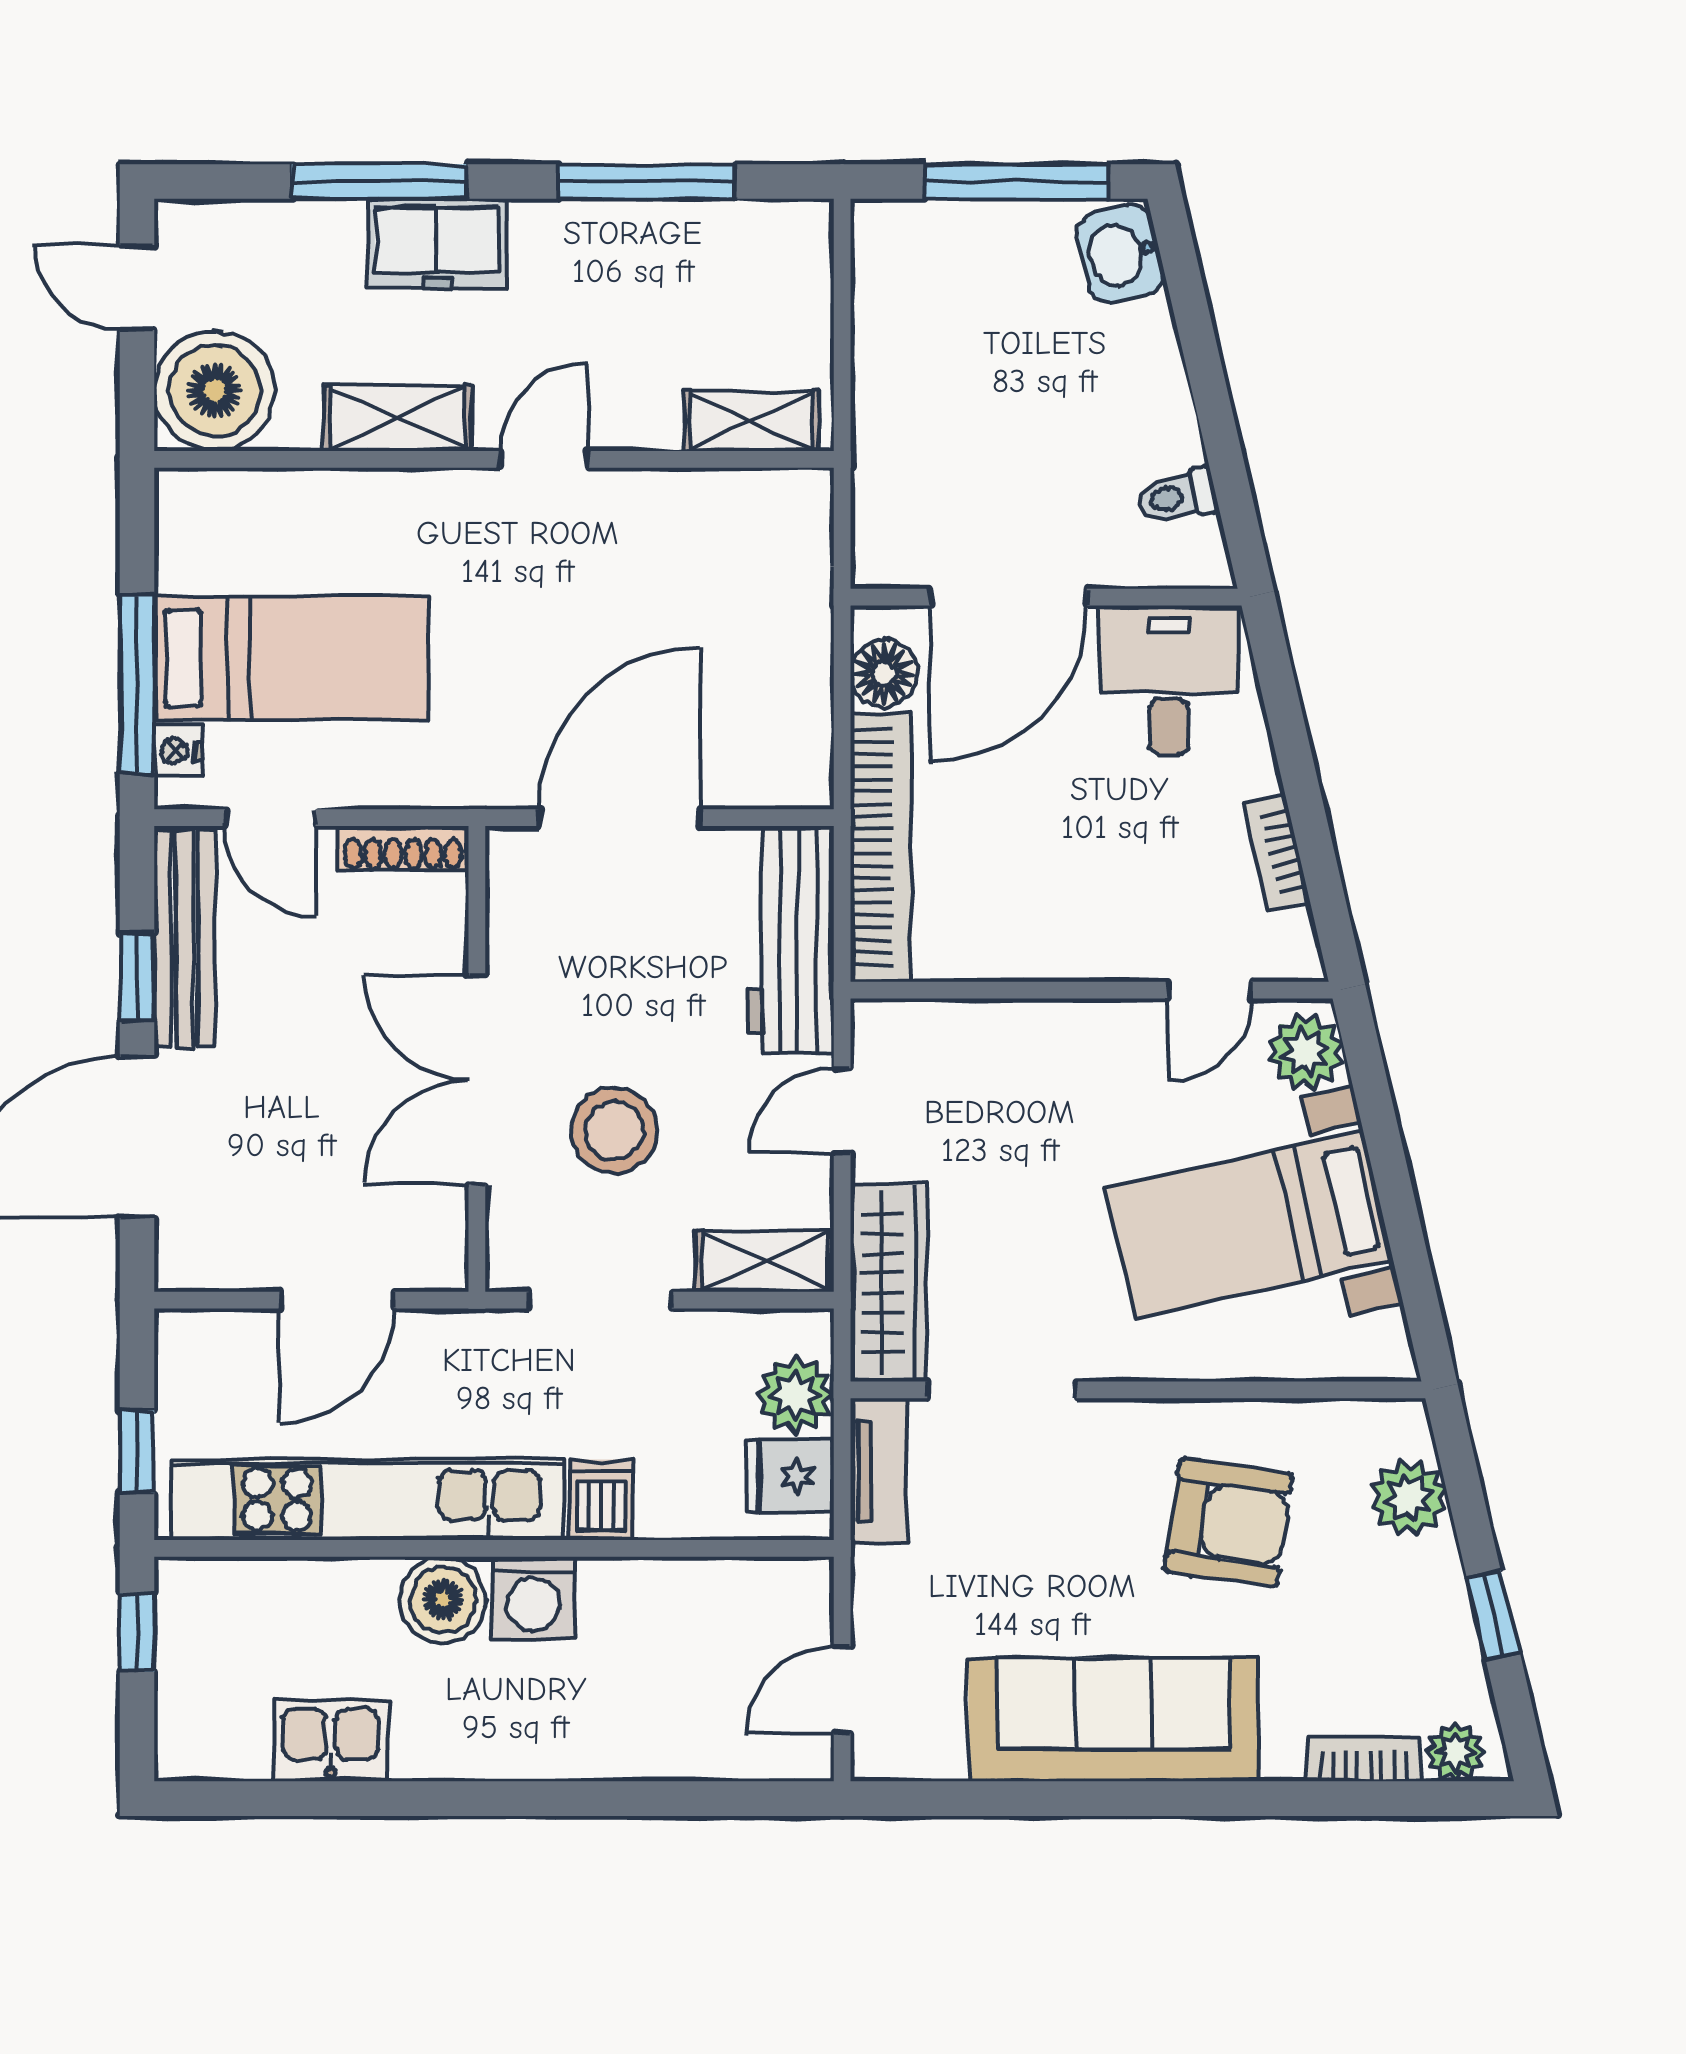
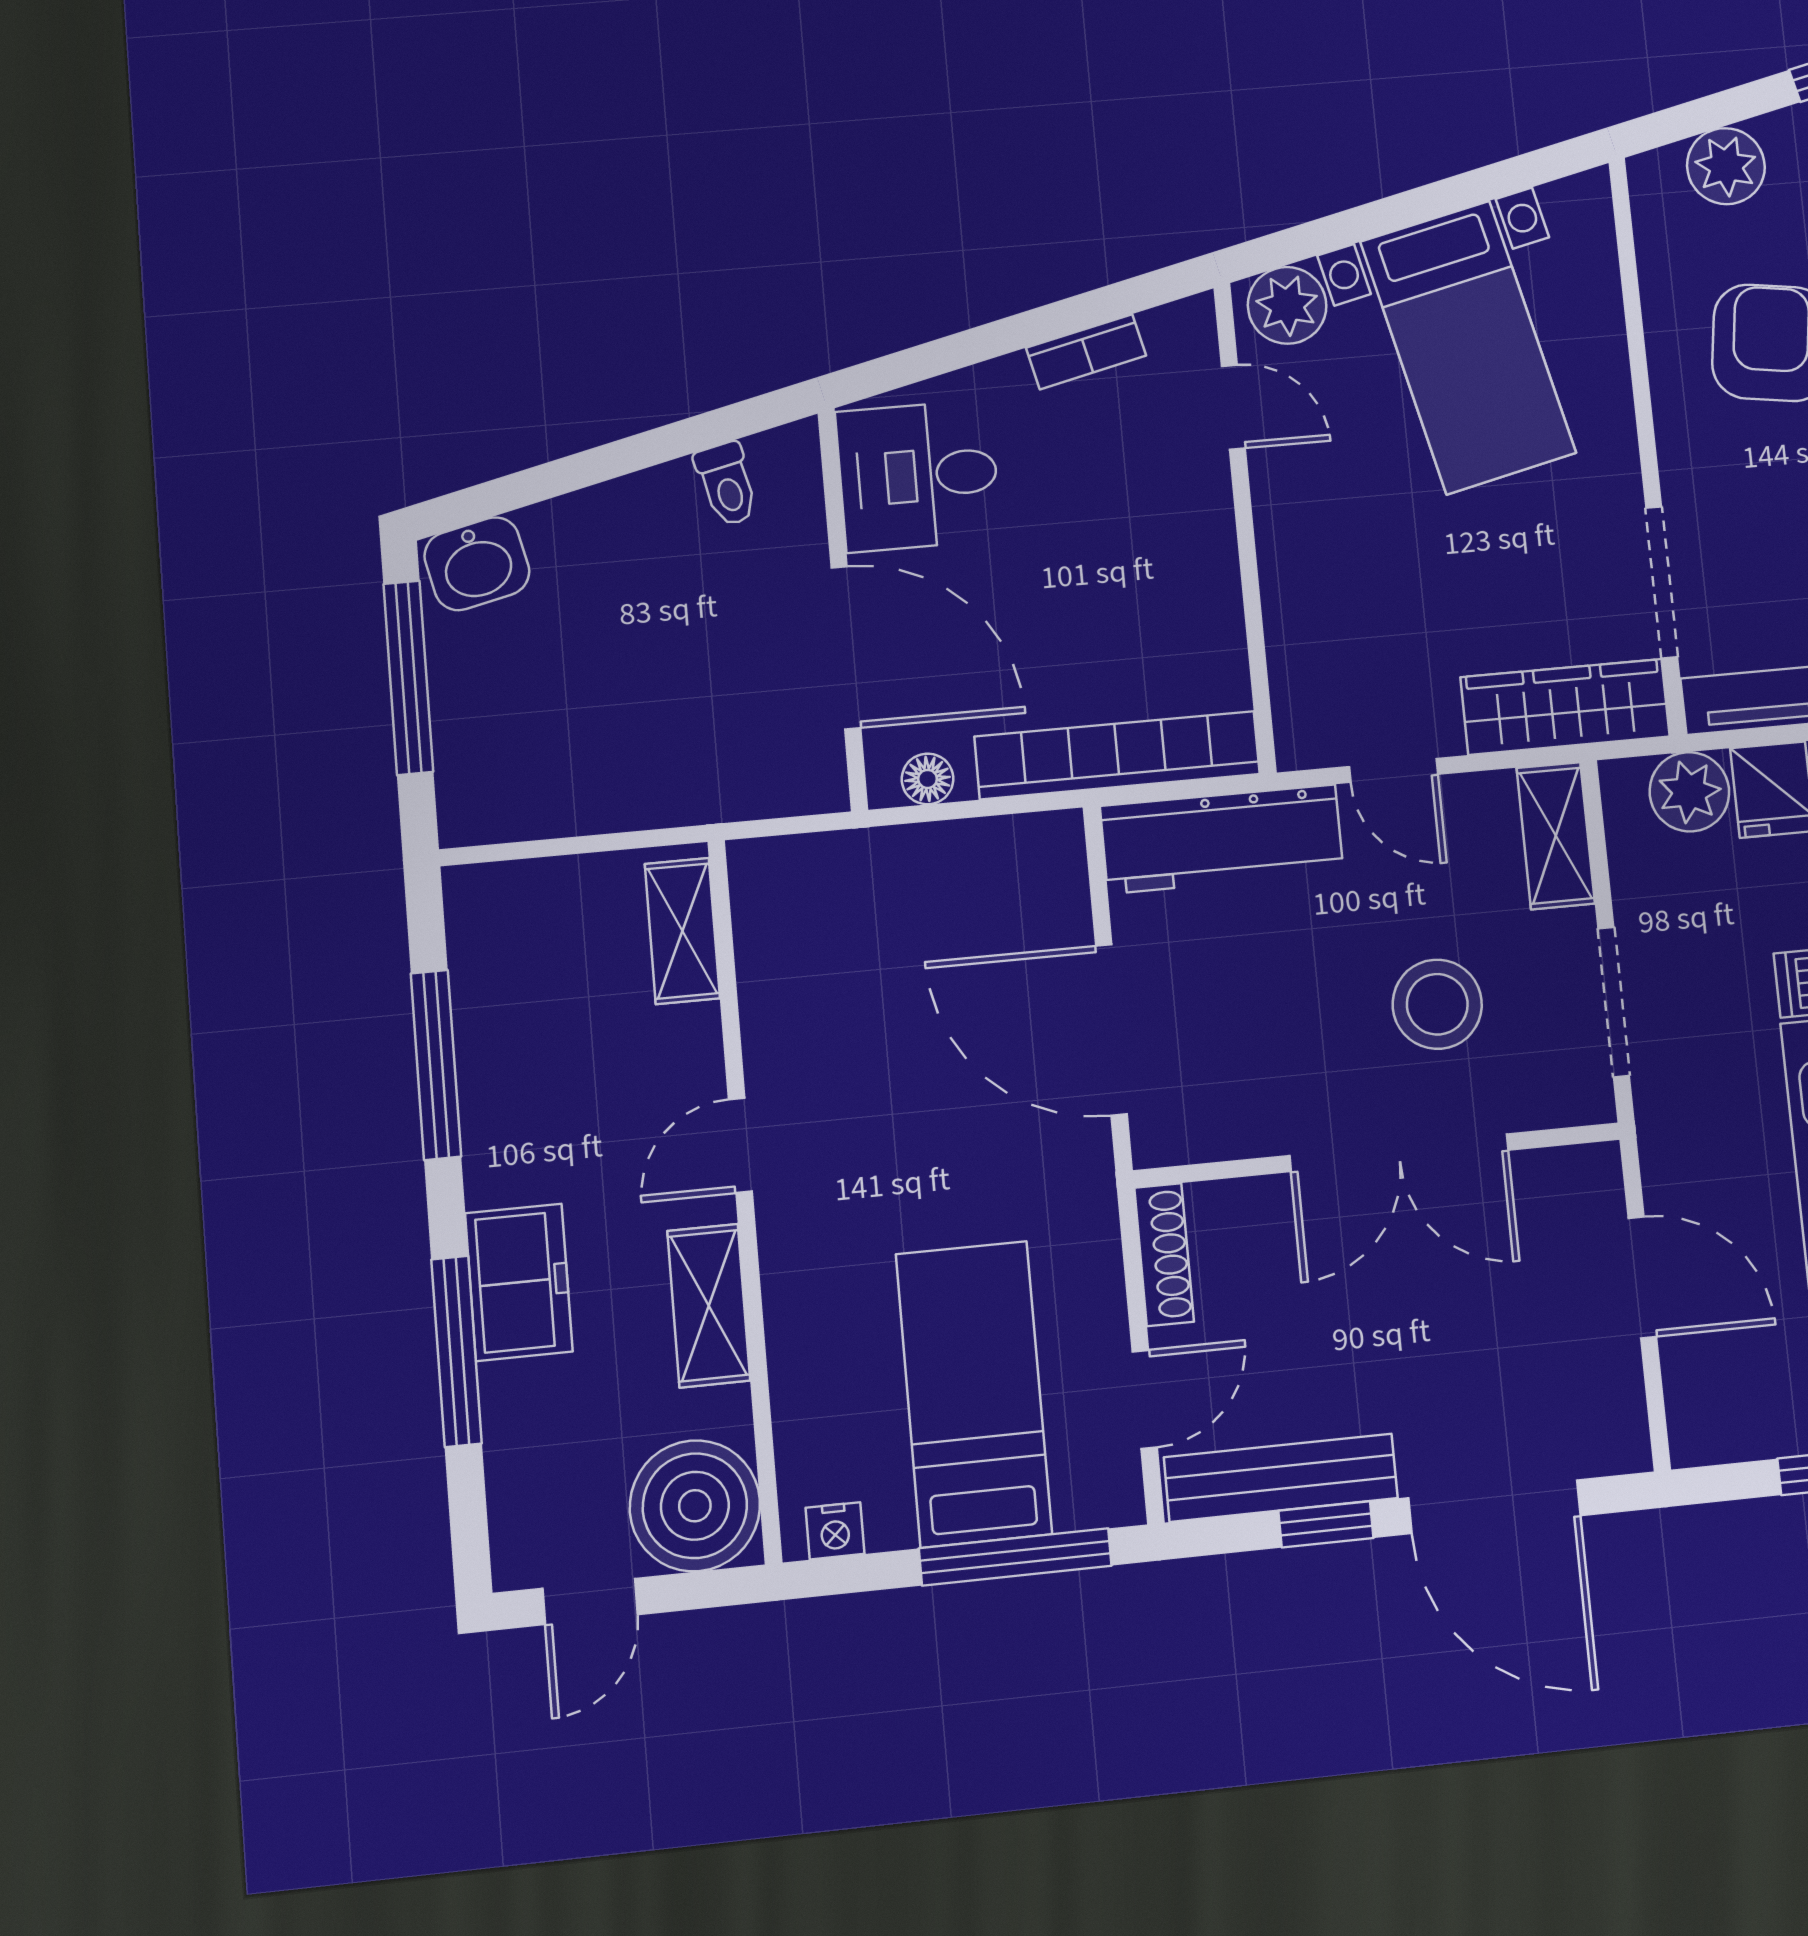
door: (544, 459) -> (740, 1145), hinge flipped
floor lamp: (884, 673) -> (928, 779), width x0.73, depth x0.73
nightstand: (178, 751) -> (835, 1531), moved

